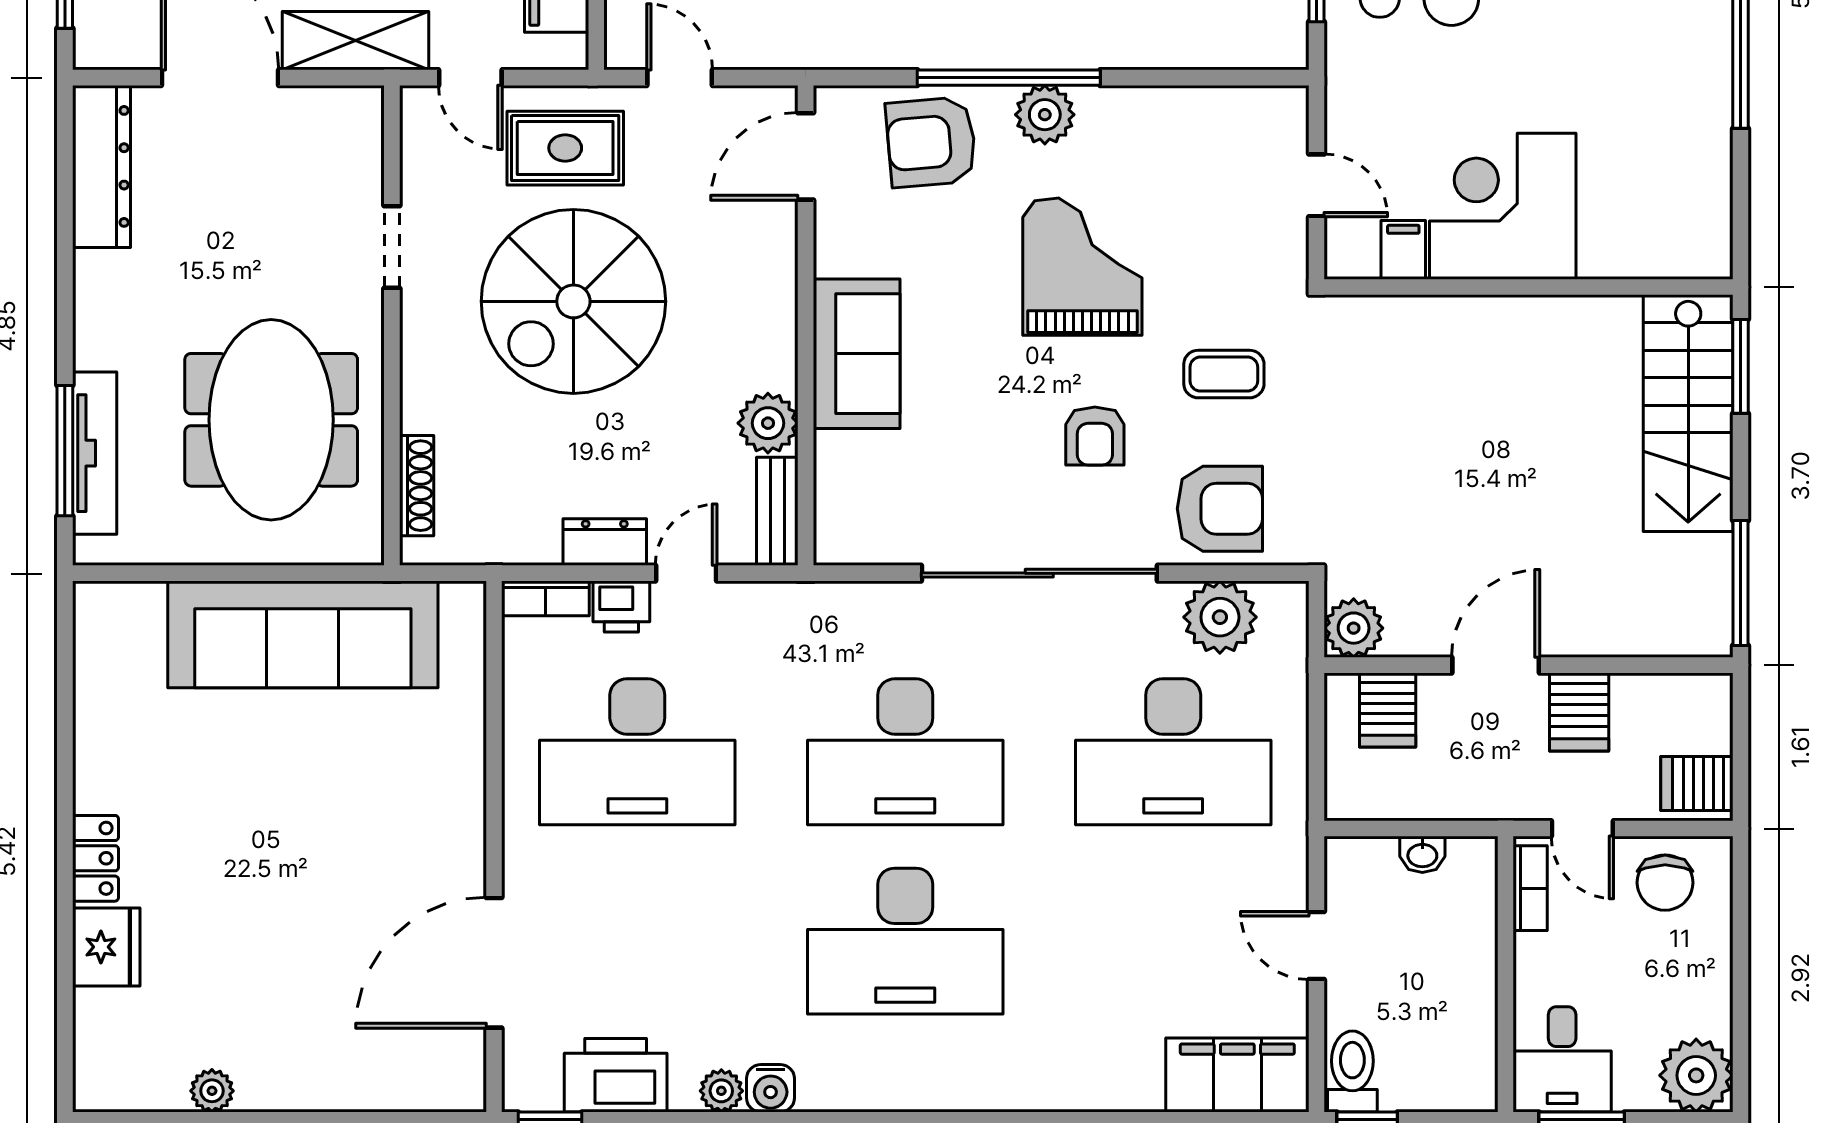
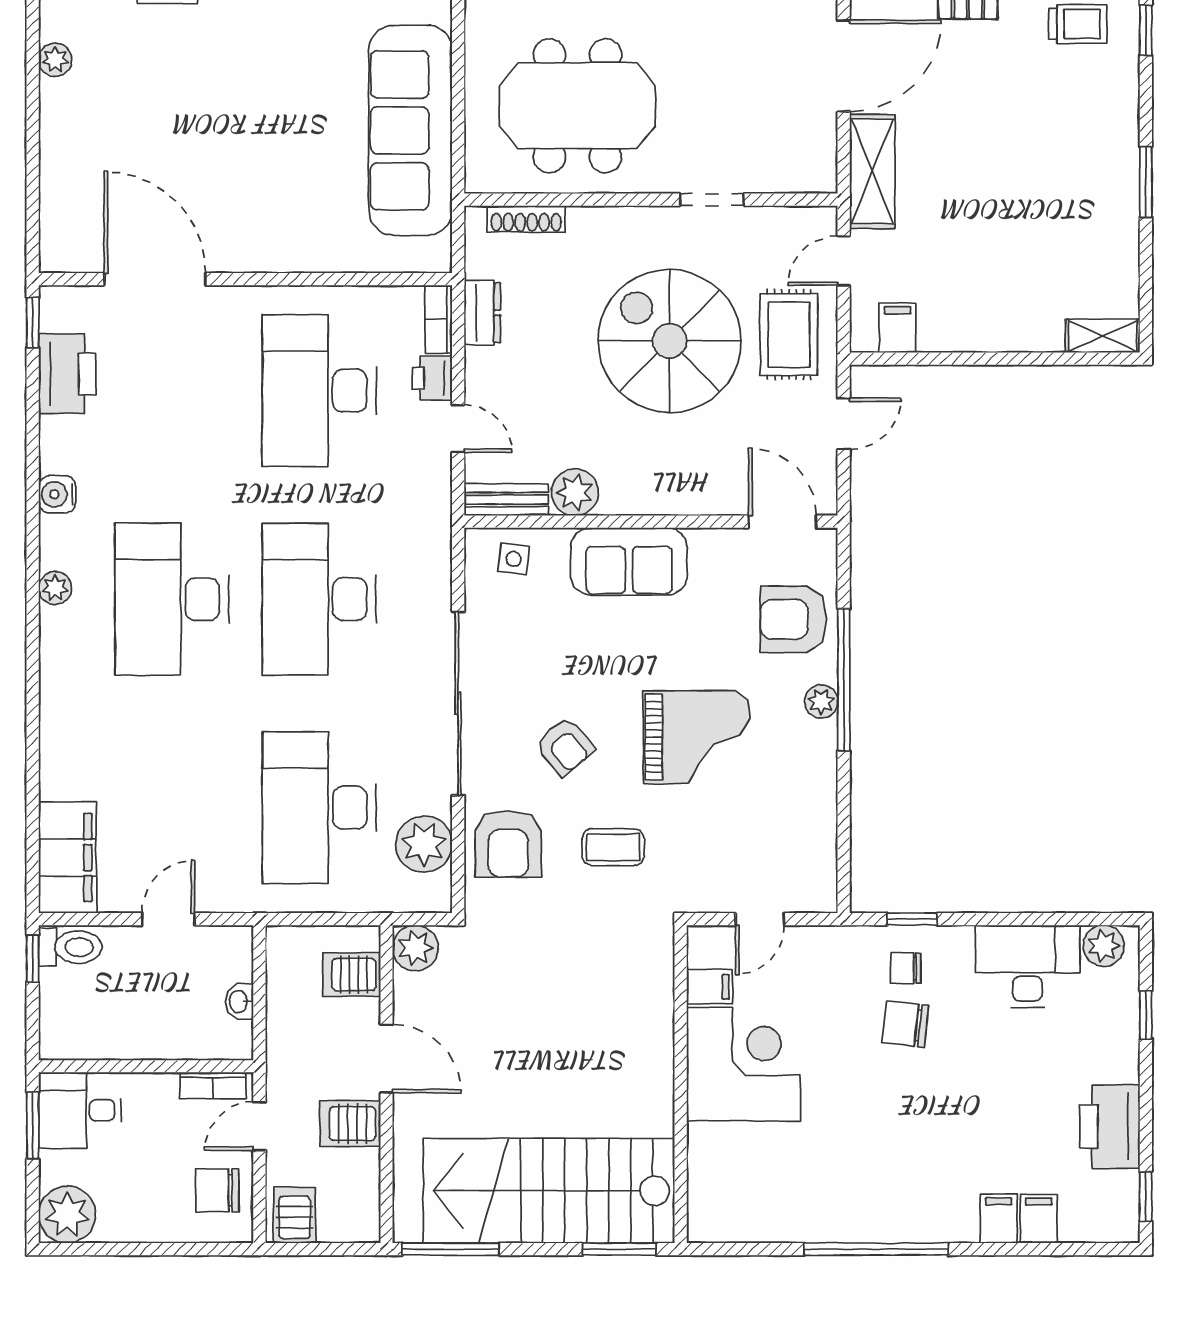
plant: (1045, 115) -> (821, 701), width x0.73, depth x0.73
armchair: (931, 142) -> (794, 619), turned -85
coffee table: (1224, 374) -> (613, 847), turned 90
stairs: (1688, 413) -> (549, 1191), width x1.36, depth x1.51
armchair: (1095, 436) -> (565, 747), turned -130
side table: (854, 502) -> (514, 559), added
dresser: (605, 542) -> (482, 313), moved
plant: (721, 1091) -> (55, 588), moved

